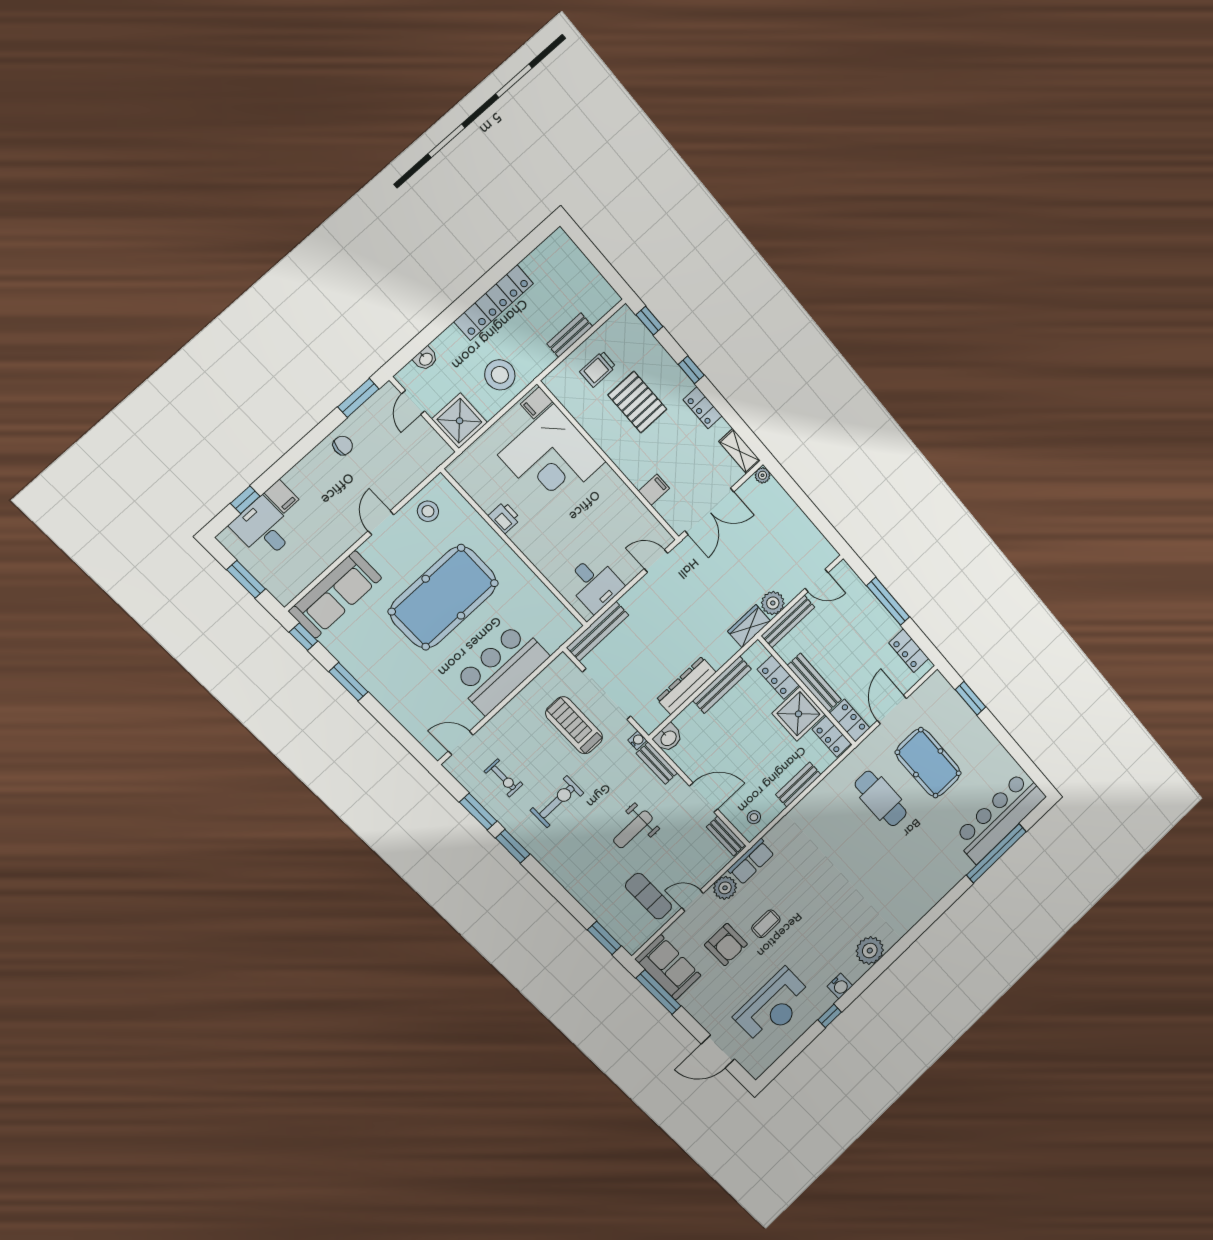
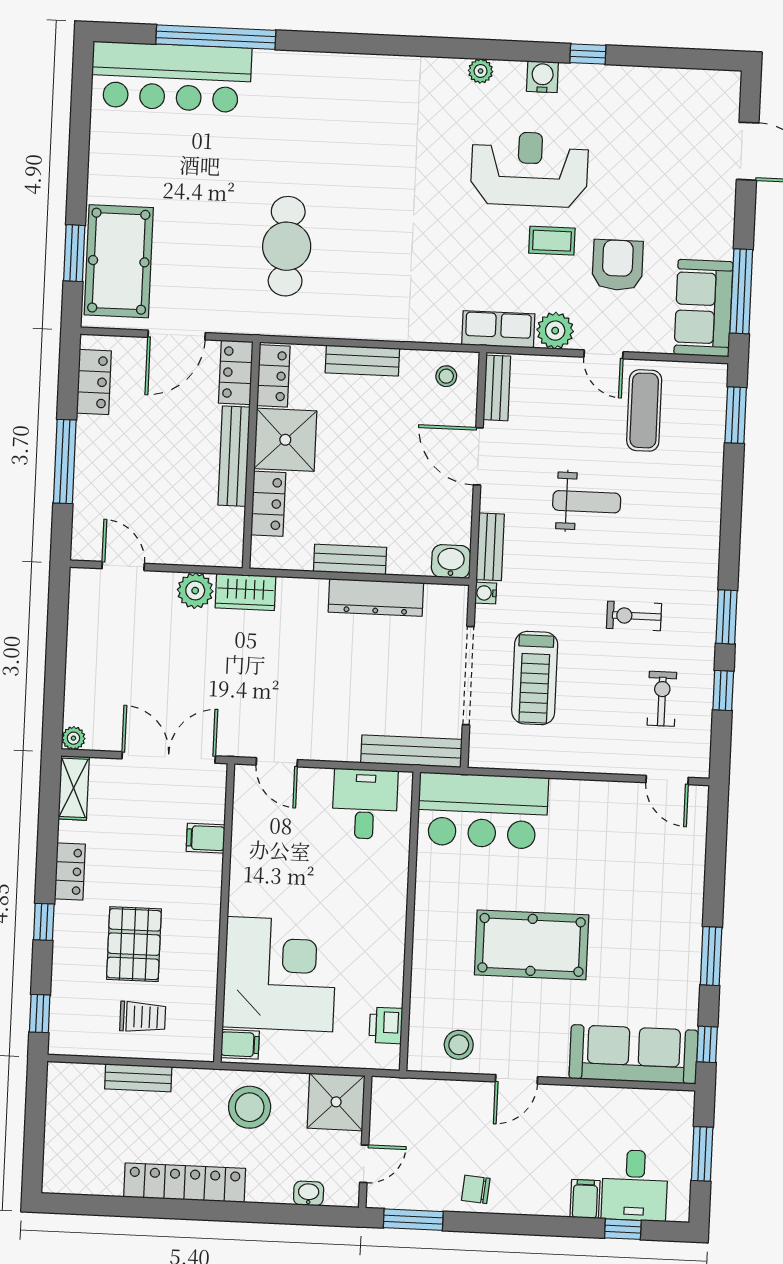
printer: (504, 517) -> (386, 1025), moved
pool table: (443, 597) -> (532, 945), width x0.73, depth x0.76
bench: (788, 621) -> (198, 554), removed
bar counter: (501, 669) -> (483, 811), moved
bench: (722, 685) -> (350, 559), width x0.73
pool table: (928, 763) -> (119, 261), moved
exercise bike: (557, 802) -> (634, 616), width x0.73, depth x0.72
window: (478, 812) -> (723, 691), width x0.67
plant: (870, 951) -> (481, 71), width x0.53, depth x0.53
reception desk: (773, 1006) -> (529, 169), moved

